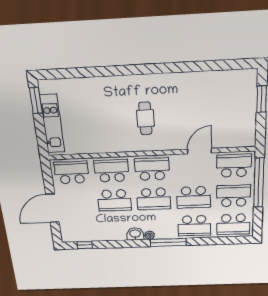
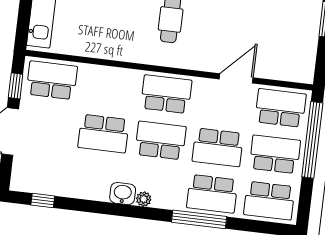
school desk: (112, 171) -> (109, 87), removed
window: (48, 180) -> (16, 86), added
school desk: (154, 199) -> (161, 140), turned 180
window: (168, 242) -> (199, 219), moved

